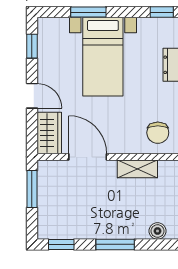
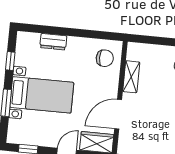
window: (162, 12) -> (10, 61), moved

